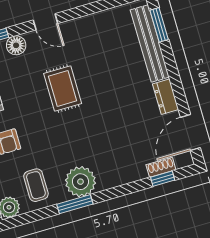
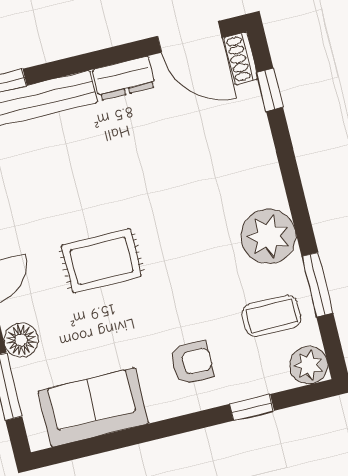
shoe rack: (161, 167) -> (241, 58), moved
window: (75, 204) -> (317, 285), moved

